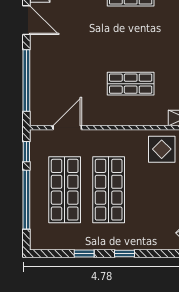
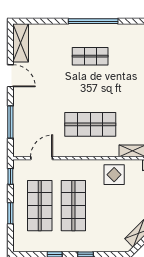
window: (26, 81) -> (10, 122), width x0.68
shop shelf: (131, 84) -> (90, 124), width x1.43, depth x1.36
window: (26, 200) -> (10, 213), width x0.47

